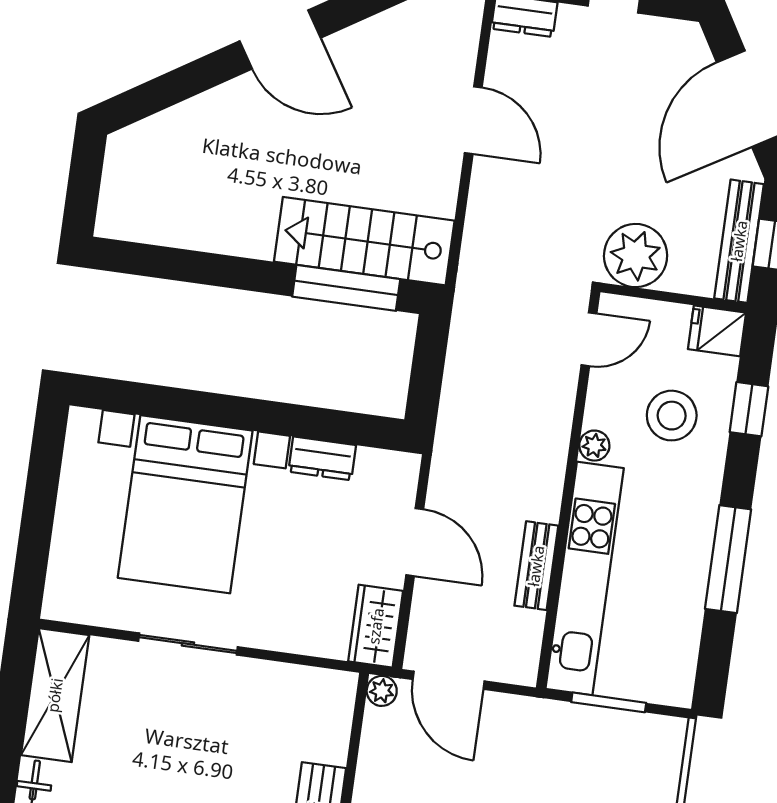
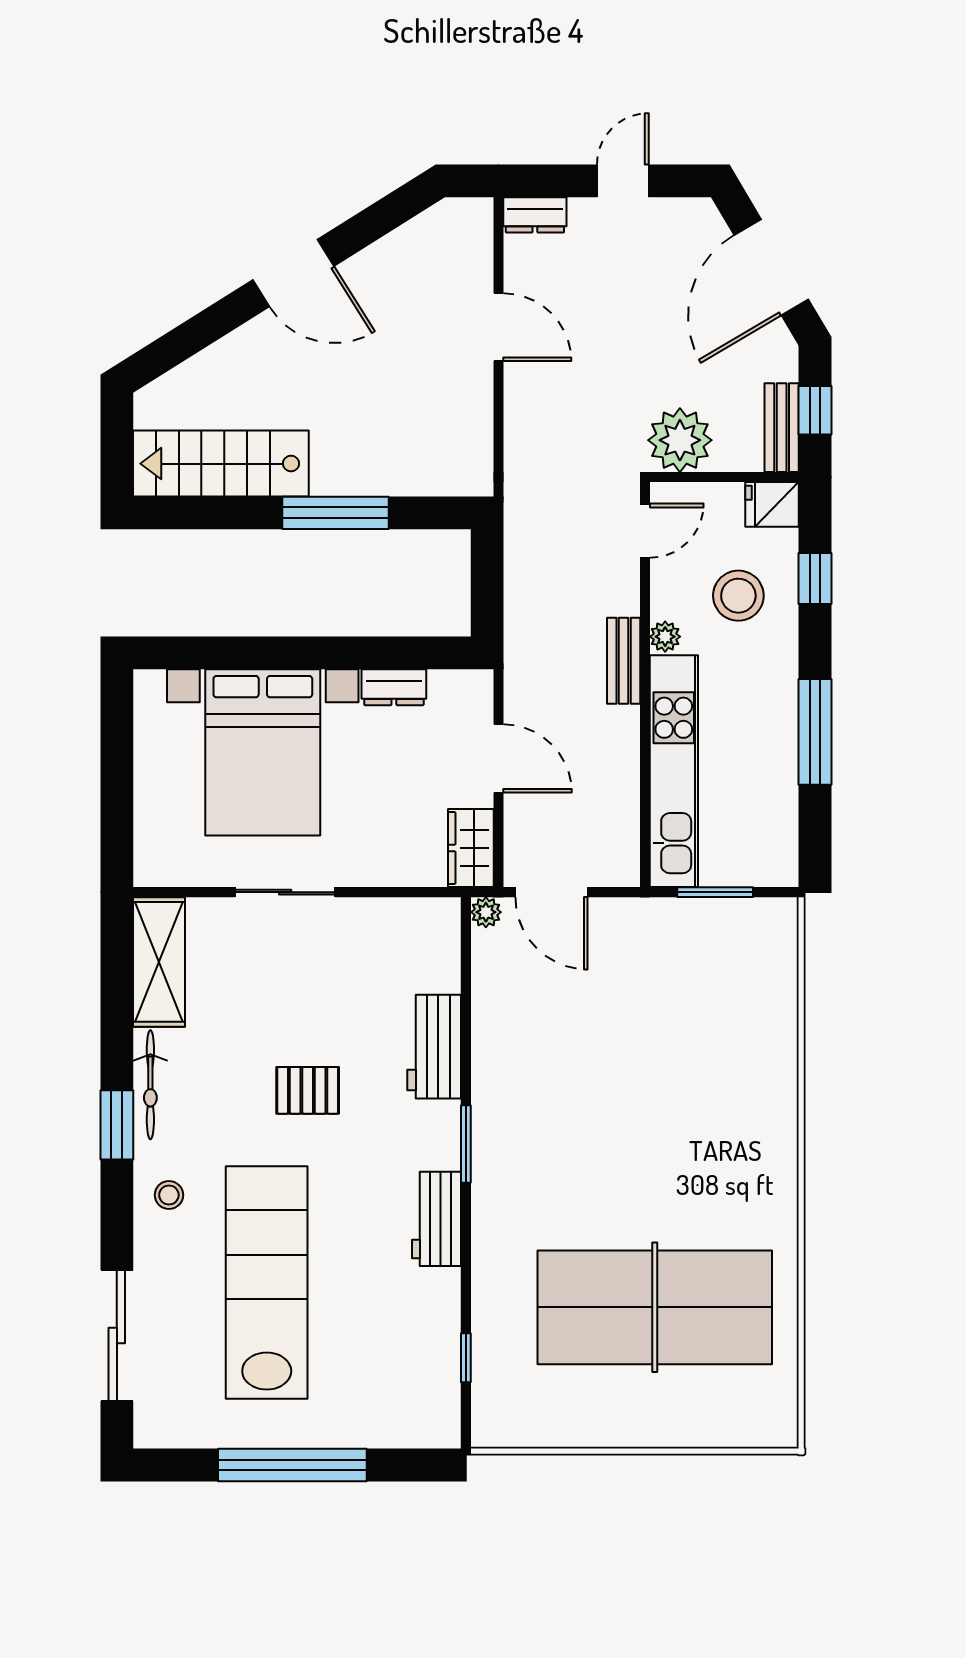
stairs: (364, 241) -> (221, 464), moved
bench: (739, 241) -> (782, 428), width x0.73
window: (346, 288) -> (336, 513), moved
bench: (536, 566) -> (624, 661), moved

